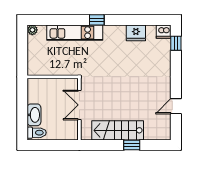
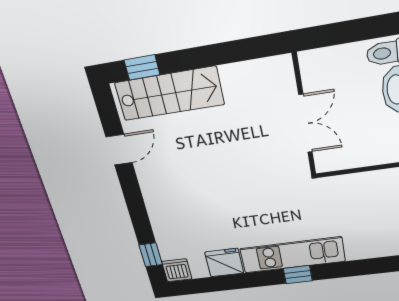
kitchen unit: (75, 33) -> (292, 255), moved
stairs: (118, 130) -> (170, 94), moved
window: (132, 145) -> (142, 67), moved

